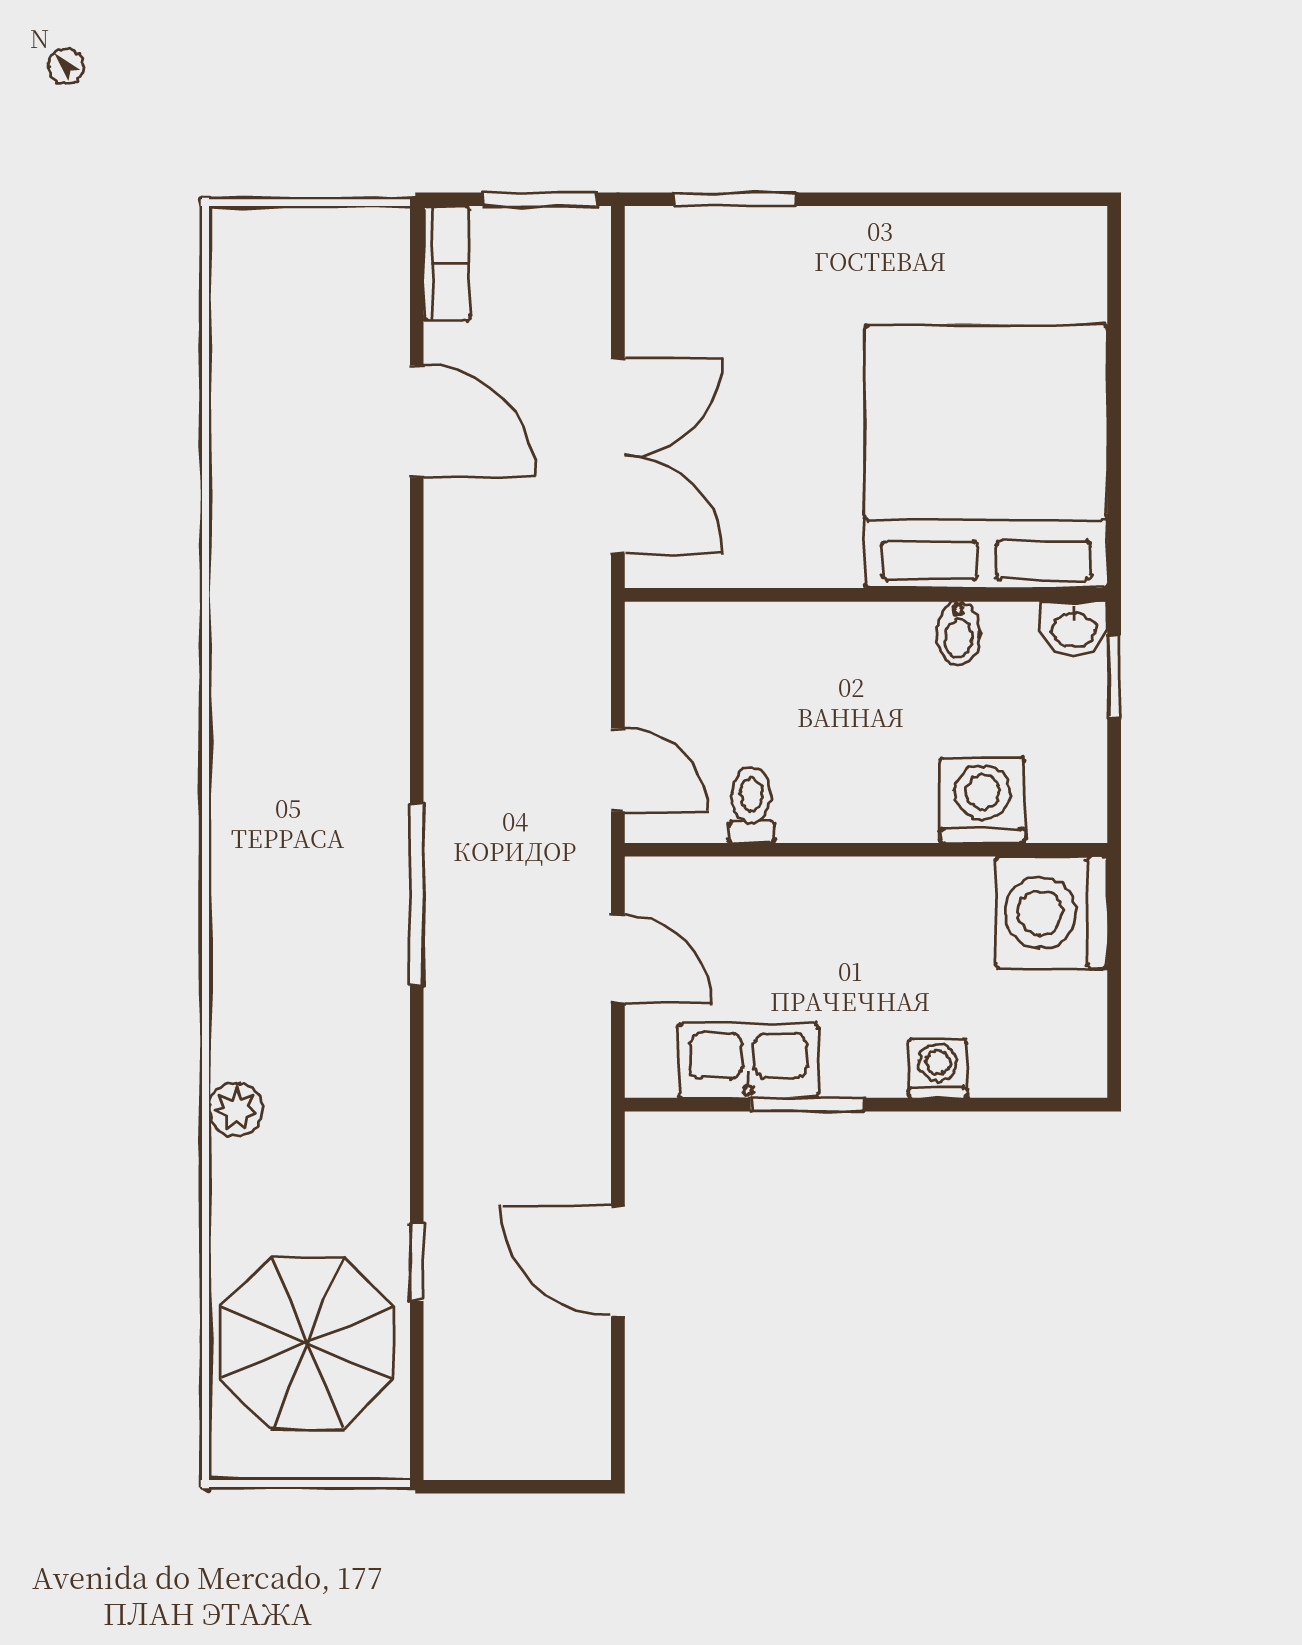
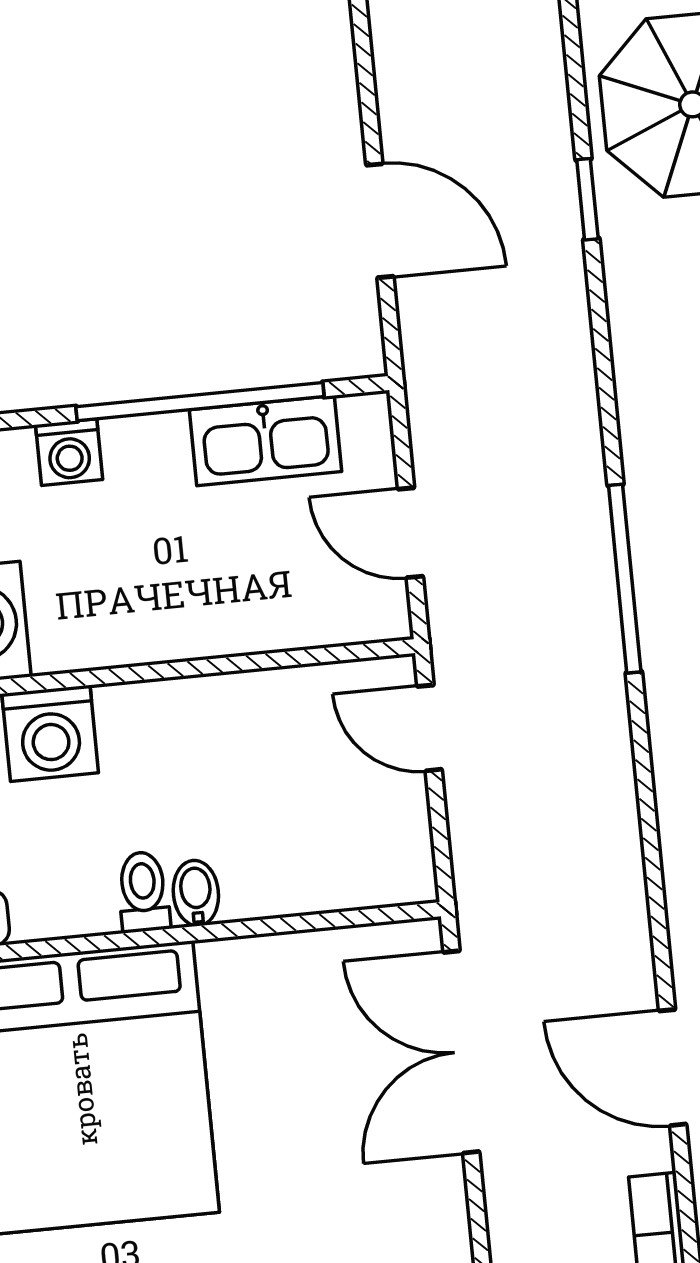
bidet: (958, 633) -> (196, 893), moved
toilet: (751, 805) -> (143, 892), moved, turned 180
window: (808, 1105) -> (200, 402), width x2.11

